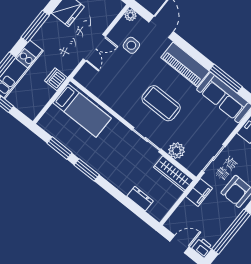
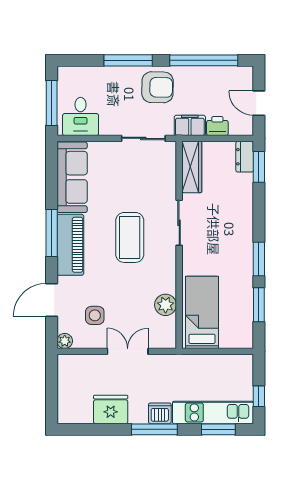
dishwasher: (56, 79) -> (160, 413), moved, turned 180
window: (226, 79) -> (52, 233), moved
plant: (177, 151) -> (166, 305), moved
dresser: (140, 199) -> (245, 157), moved
window: (142, 214) -> (259, 167), added
printer: (202, 248) -> (217, 126), moved, turned 90

